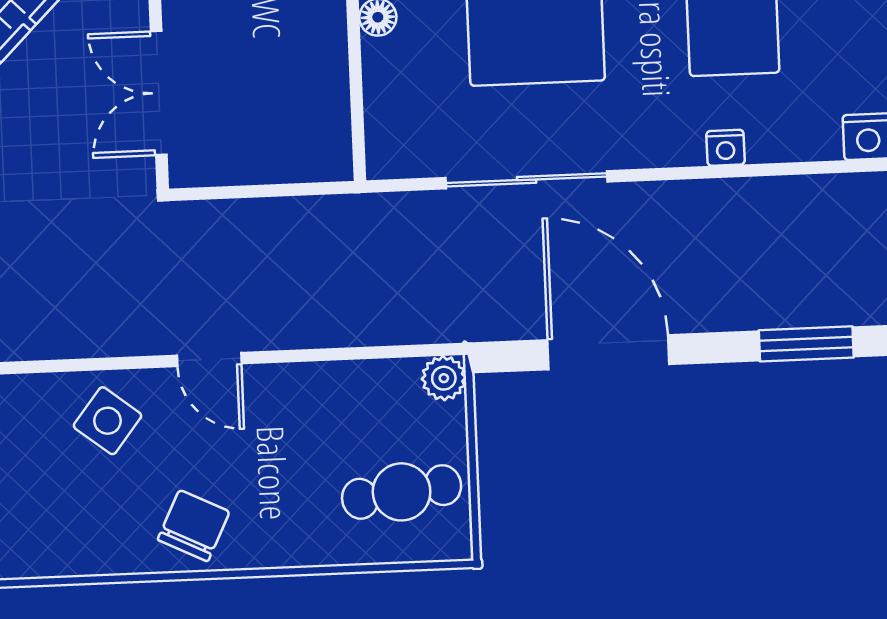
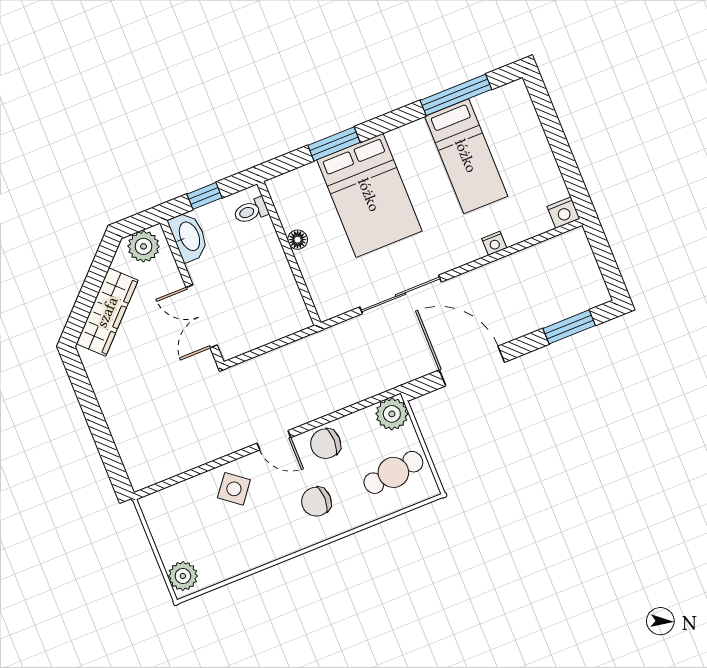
plant: (444, 378) -> (392, 414), width x1.38, depth x1.38
chair: (299, 398) -> (326, 444), added
chair: (194, 526) -> (316, 502), moved, turned -116

